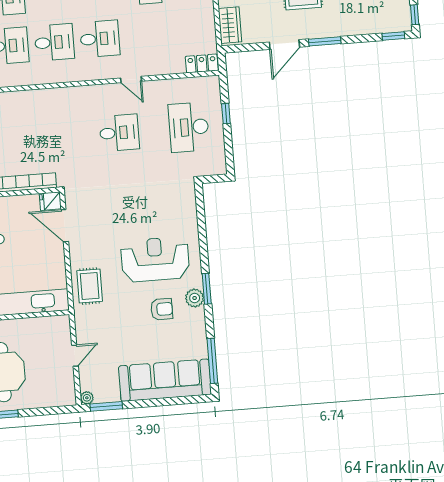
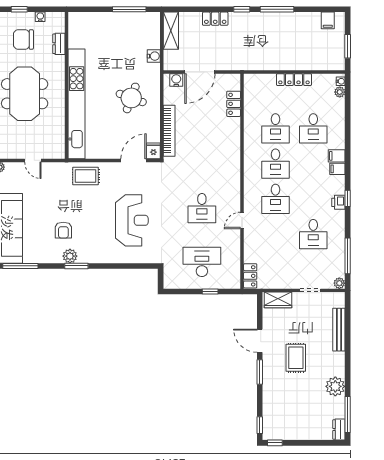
reception desk: (155, 259) -> (132, 220), moved

